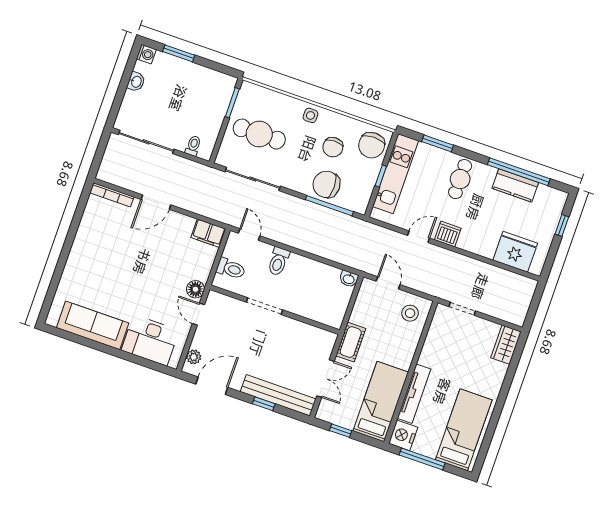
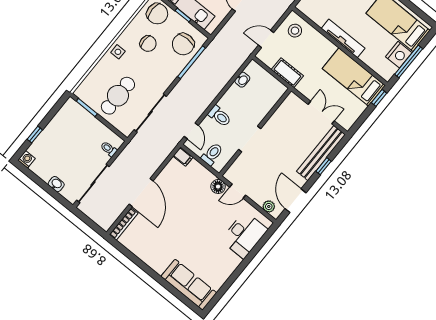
window: (179, 53) -> (35, 135), width x0.67
washbasin: (136, 82) -> (56, 184), moved
chair: (326, 184) -> (183, 44), moved
door: (156, 202) -> (141, 193), width x1.36
filing cabinet: (208, 233) -> (183, 157), width x0.50
door: (249, 234) -> (191, 131), swing flipped
washbasin: (349, 279) -> (242, 80), moved
sofa: (93, 325) -> (189, 285), moved, turned 90
cot: (351, 342) -> (287, 73), moved
tv unit: (414, 394) -> (343, 38), moved
window: (341, 431) -> (379, 98), moved
nightstand: (403, 435) -> (399, 55), moved, turned -90

